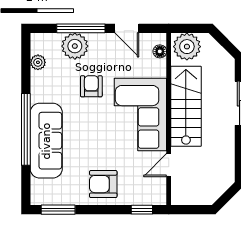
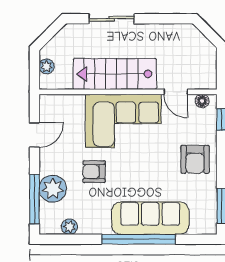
window: (81, 28) -> (34, 199), moved
plant: (187, 47) -> (47, 66), width x0.53, depth x0.53
floor lamp: (160, 51) -> (202, 101), moved

